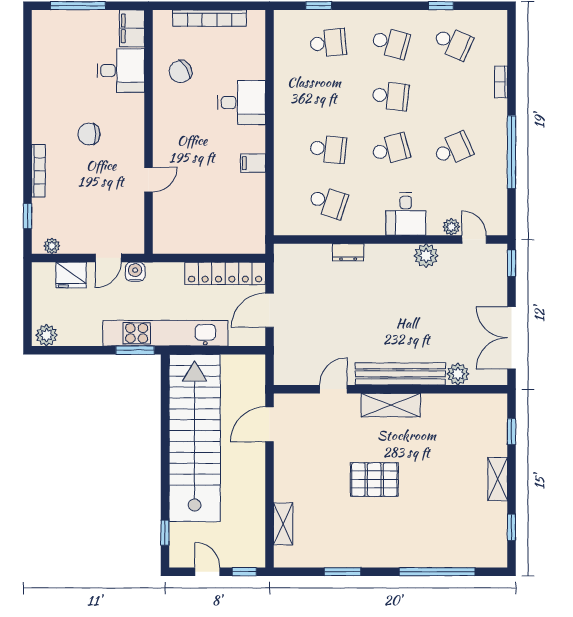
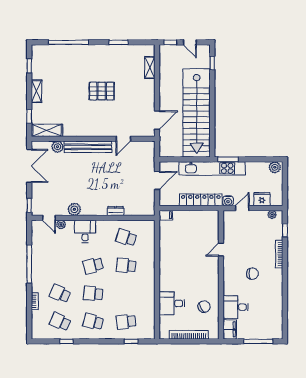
desk: (242, 103) -> (172, 303), moved
school desk: (453, 149) -> (60, 294), moved, turned 48
filing cabinet: (253, 163) -> (166, 215), moved
locker: (225, 273) -> (201, 200), moved
shelving: (391, 405) -> (47, 130), moved

